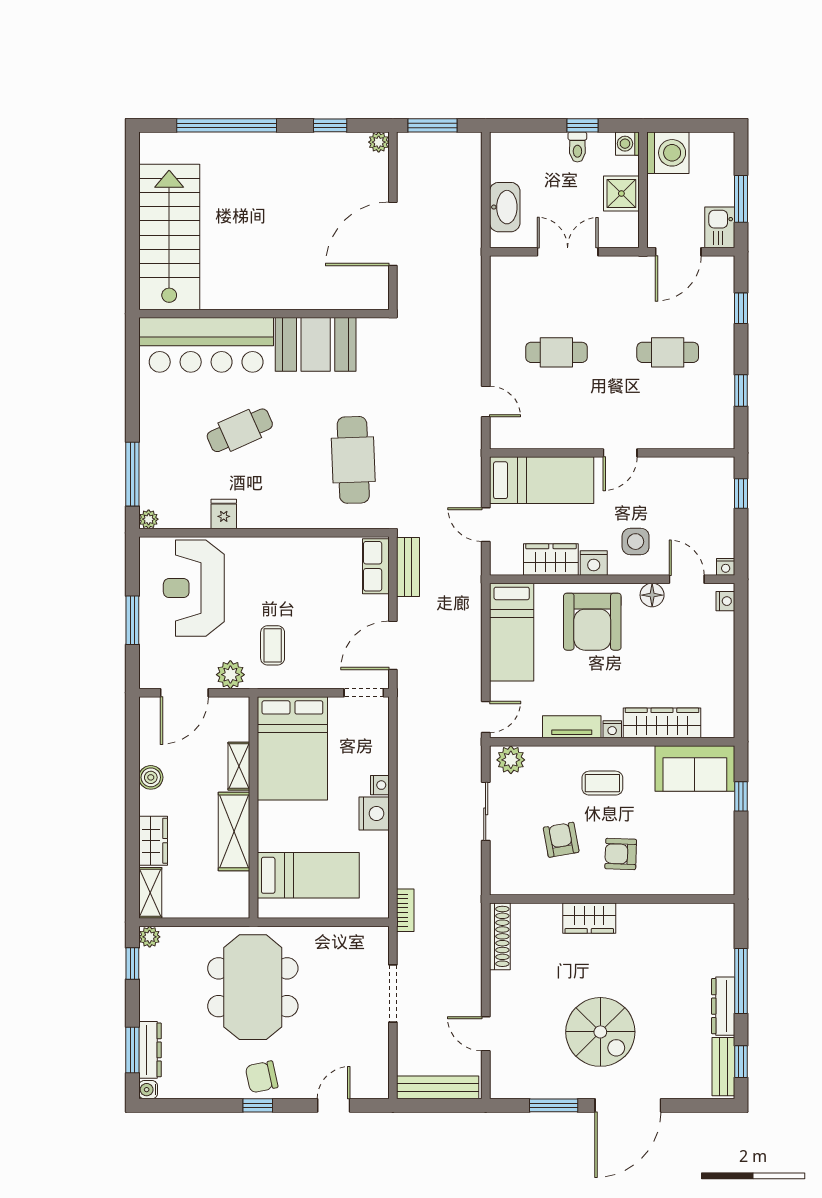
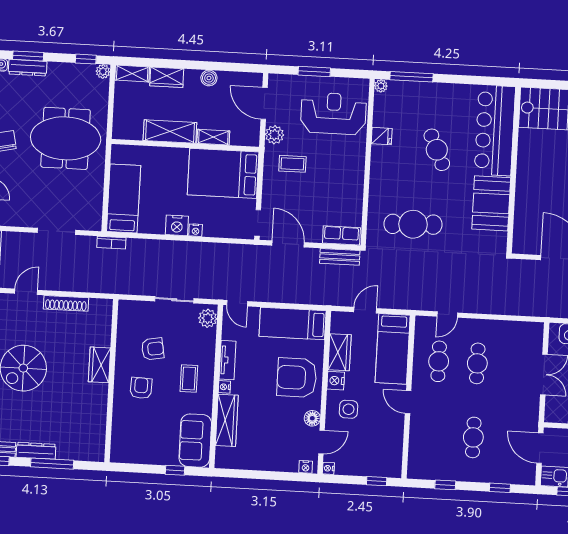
cafe table: (556, 410) -> (439, 361), added
bed: (308, 875) -> (124, 198), moved, turned 180
shoe rack: (500, 936) -> (66, 303), moved

